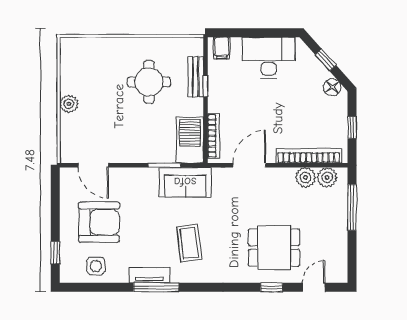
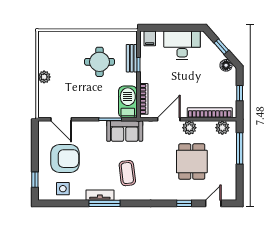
plant: (305, 177) -> (189, 128), moved
dining table: (274, 248) -> (192, 162), moved, turned 90

